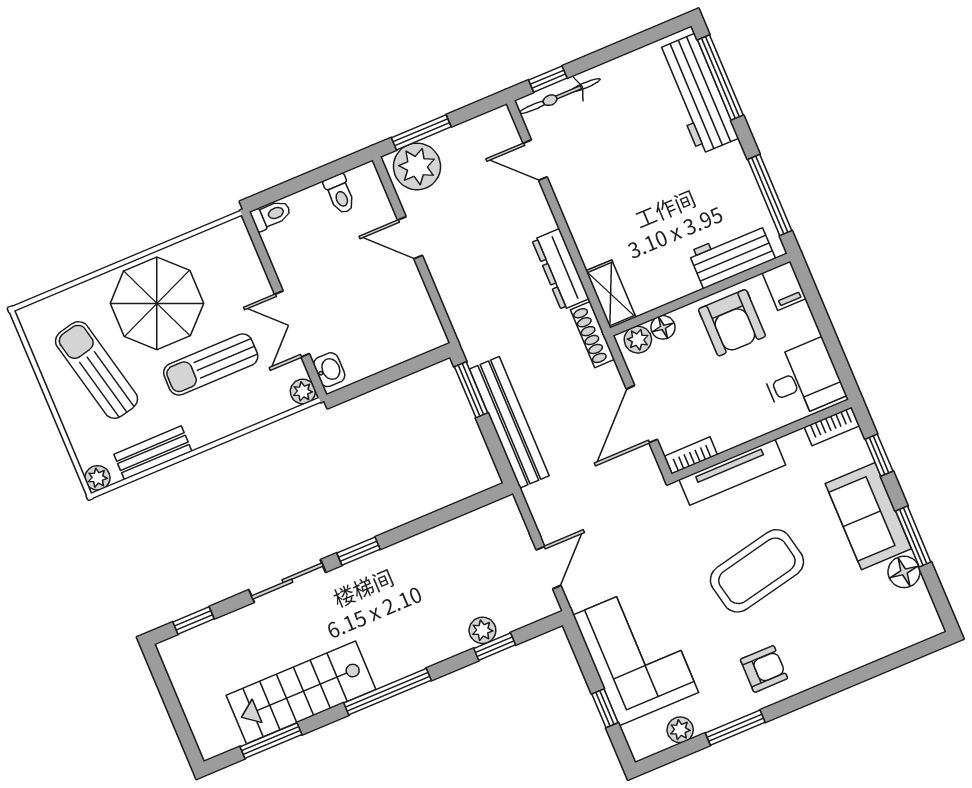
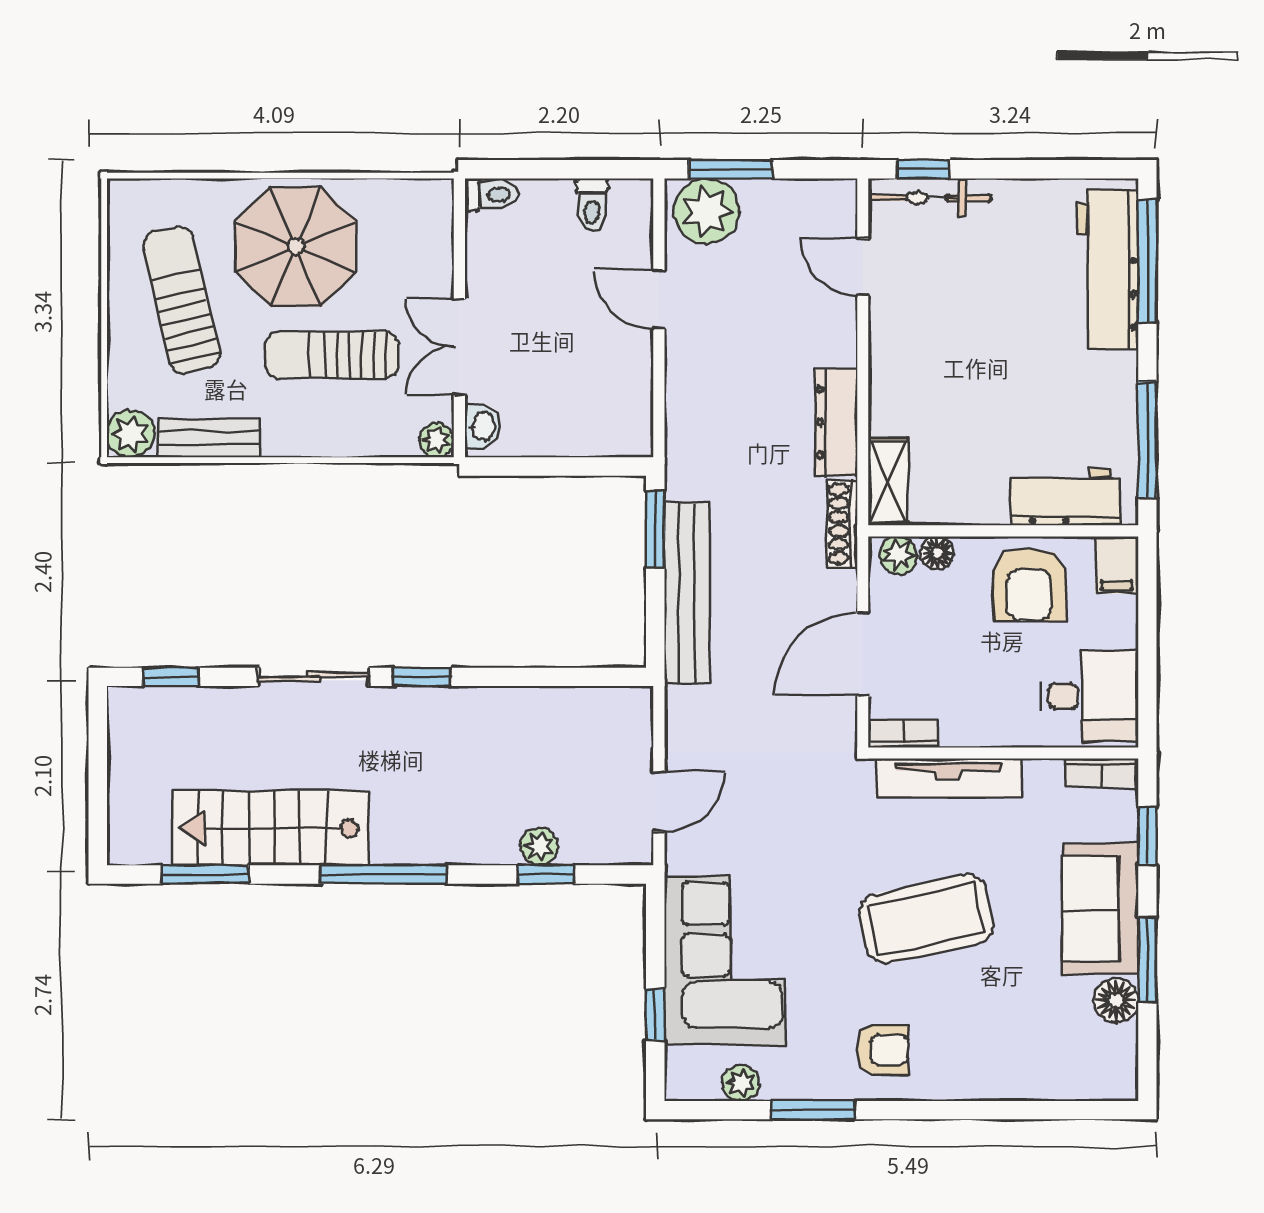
plant: (98, 478) -> (131, 434), width x1.38, depth x1.38

